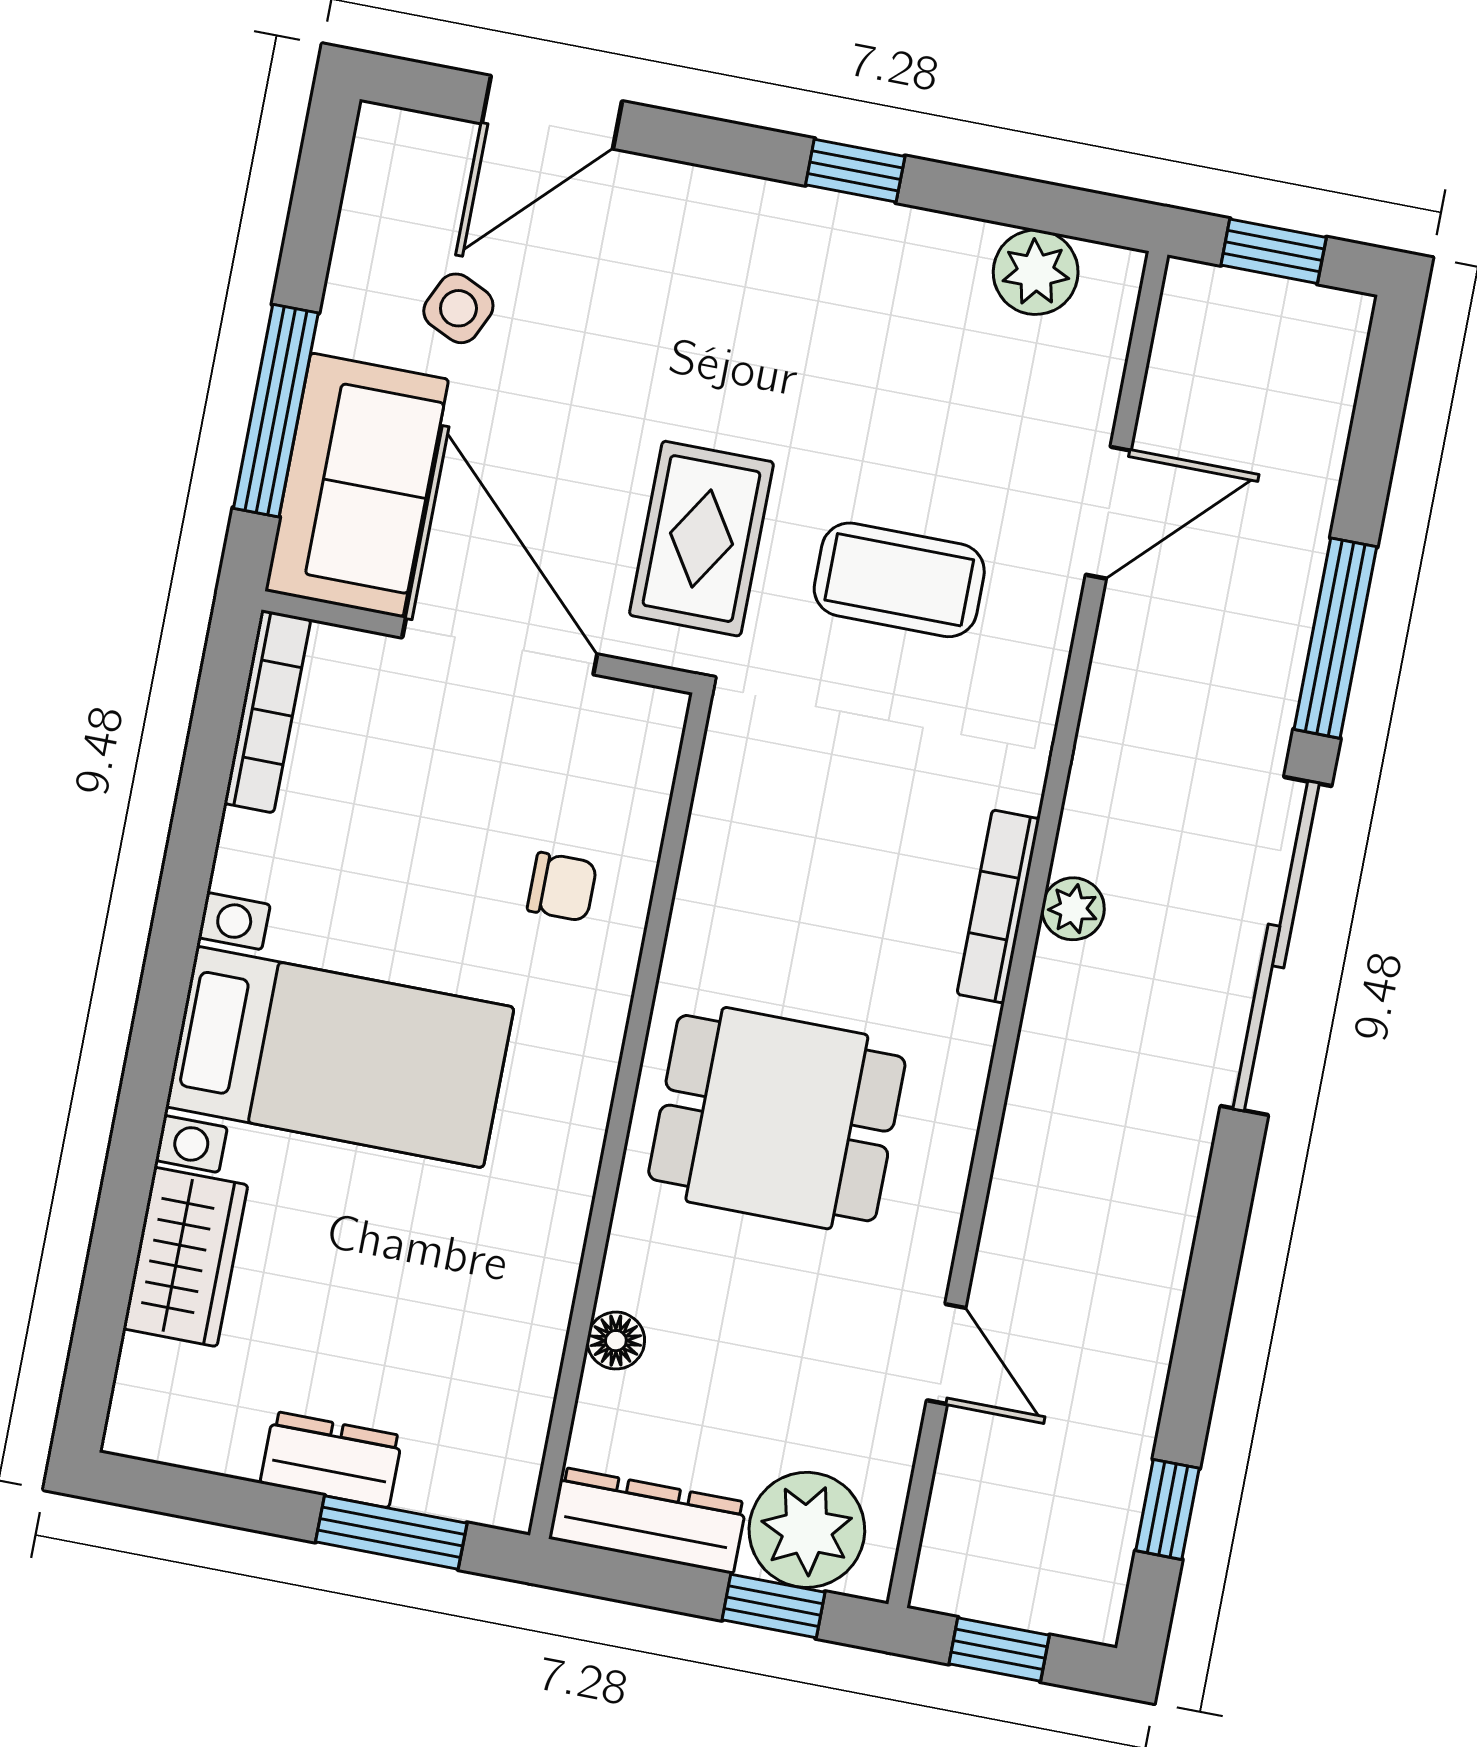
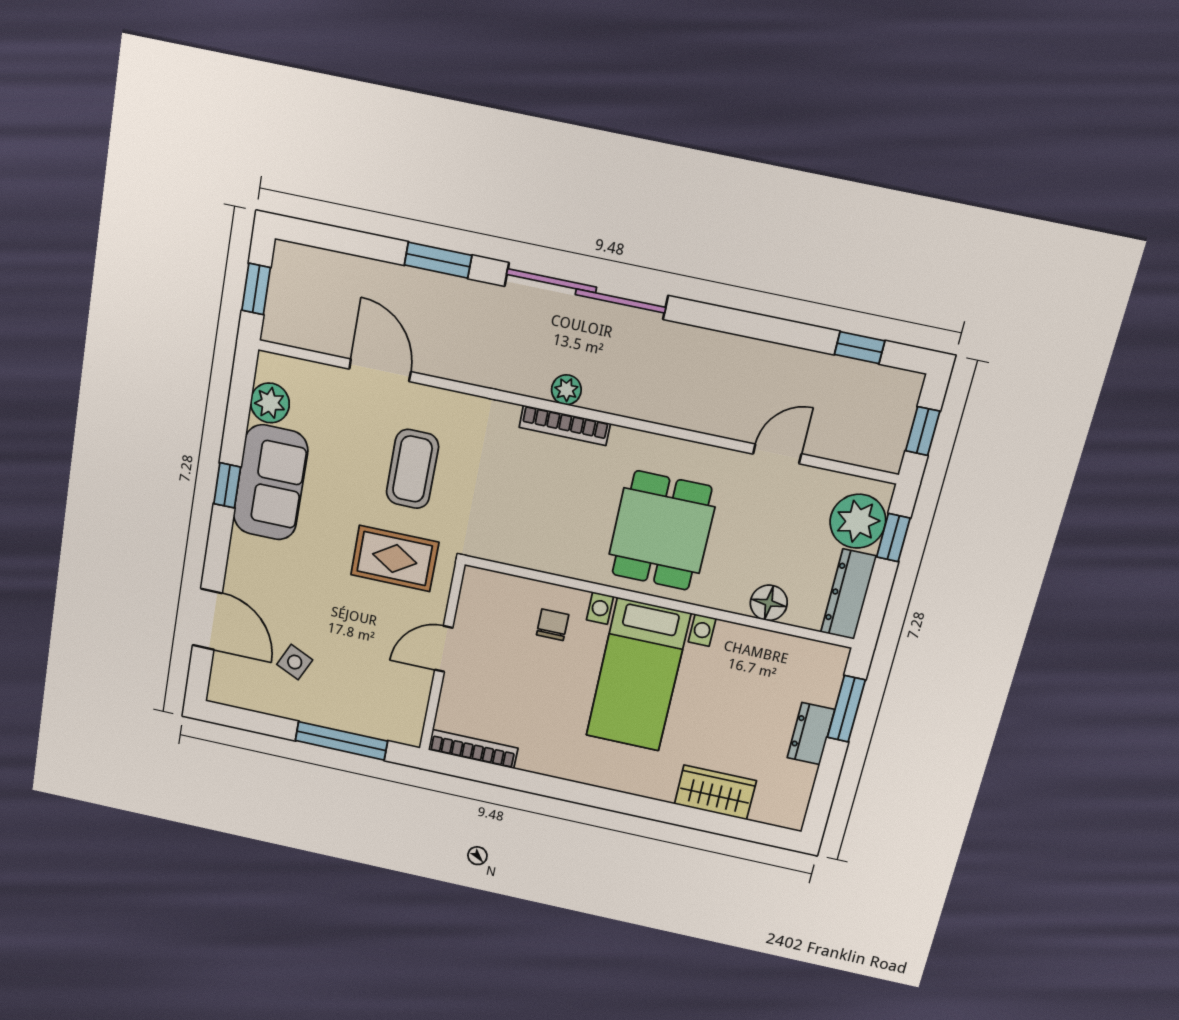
sofa: (357, 485) -> (271, 483), moved, turned 90
window: (1335, 638) -> (438, 260), width x0.69
door: (500, 646) -> (444, 649), width x0.53
bed with nightstands: (340, 1057) -> (638, 675), moved, turned 180
floor lamp: (616, 1341) -> (769, 603), width x1.37, depth x1.37

